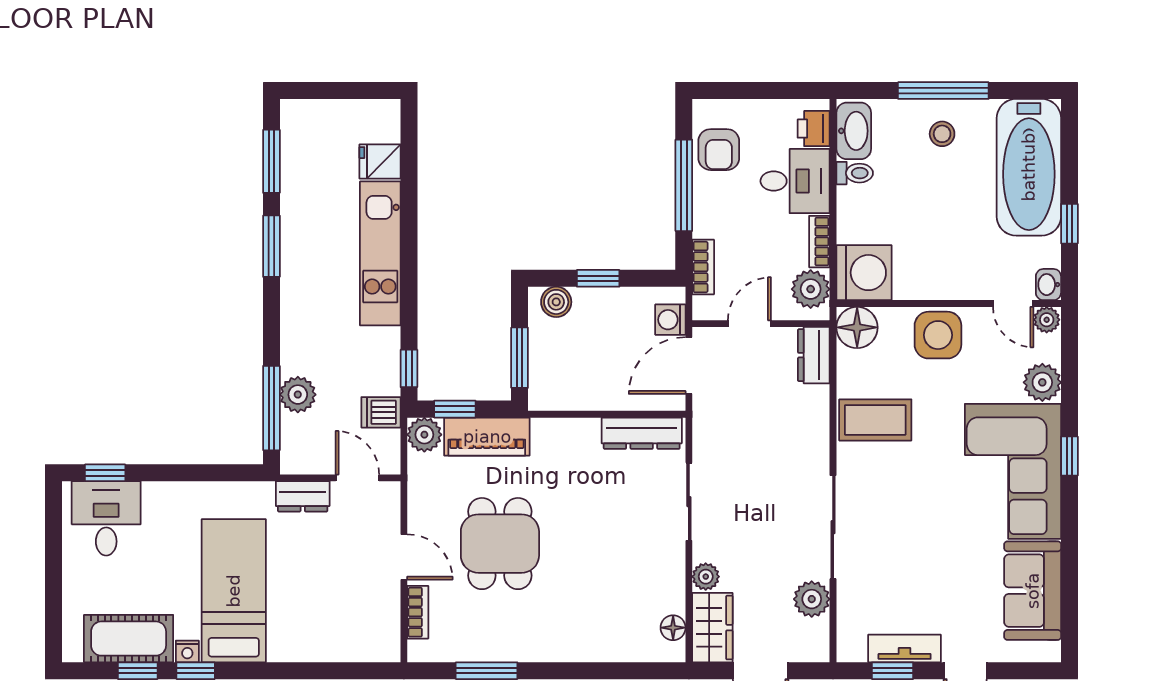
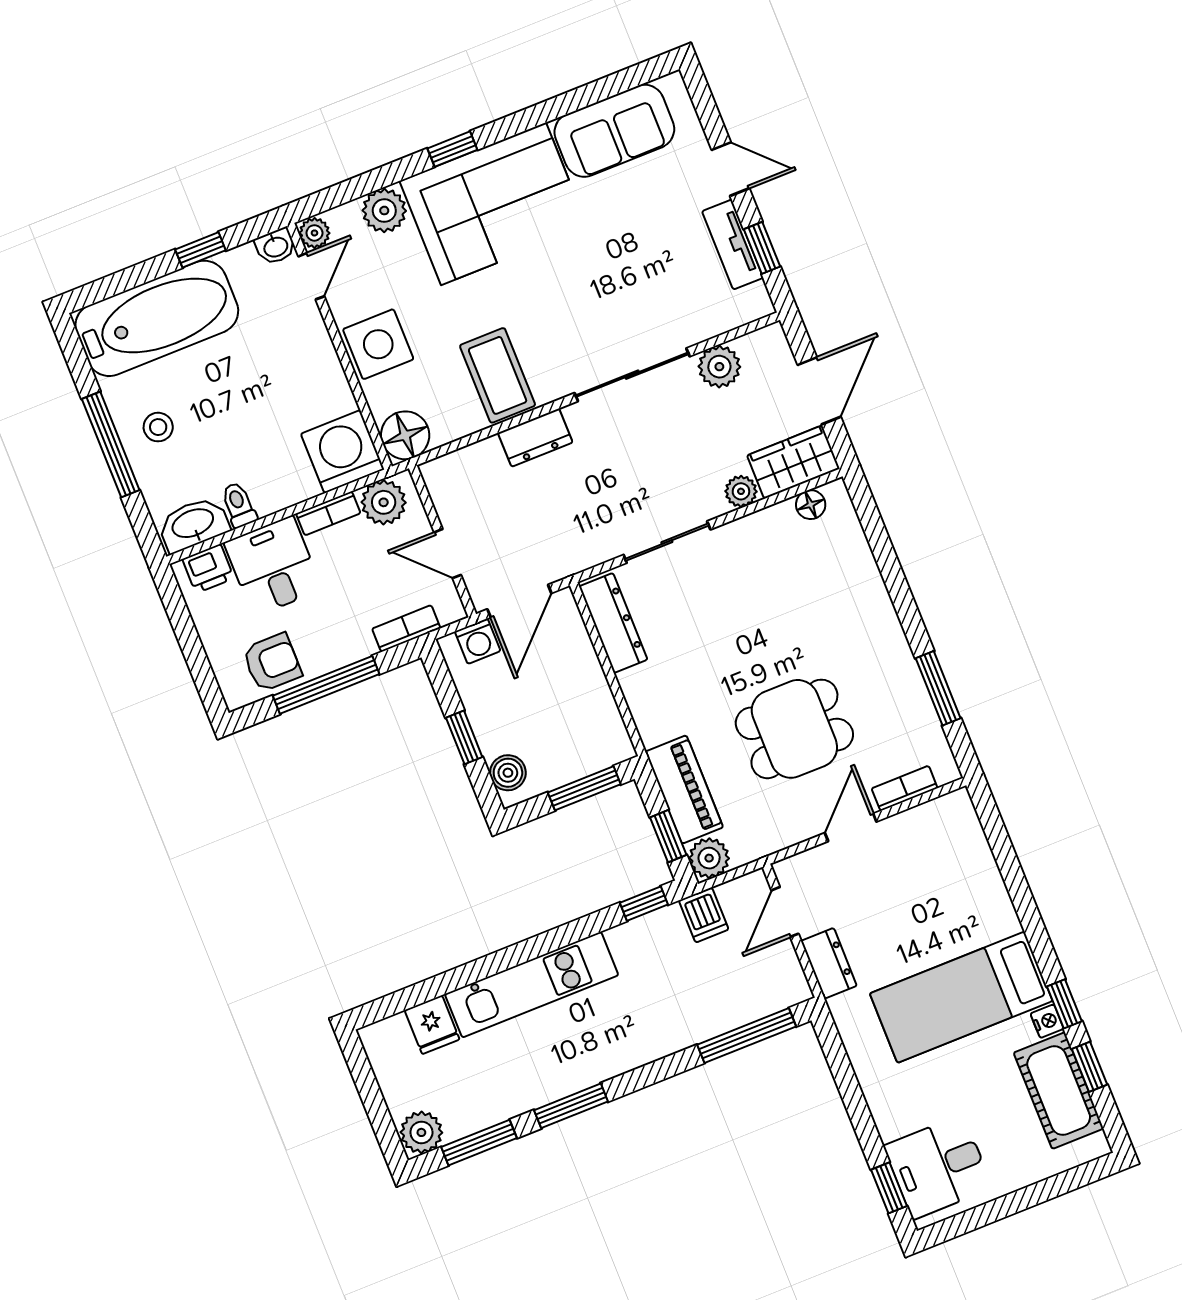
dresser: (814, 355) -> (535, 438), moved
door: (689, 366) -> (519, 601), hinge flipped
plant: (298, 395) -> (421, 1132), moved

